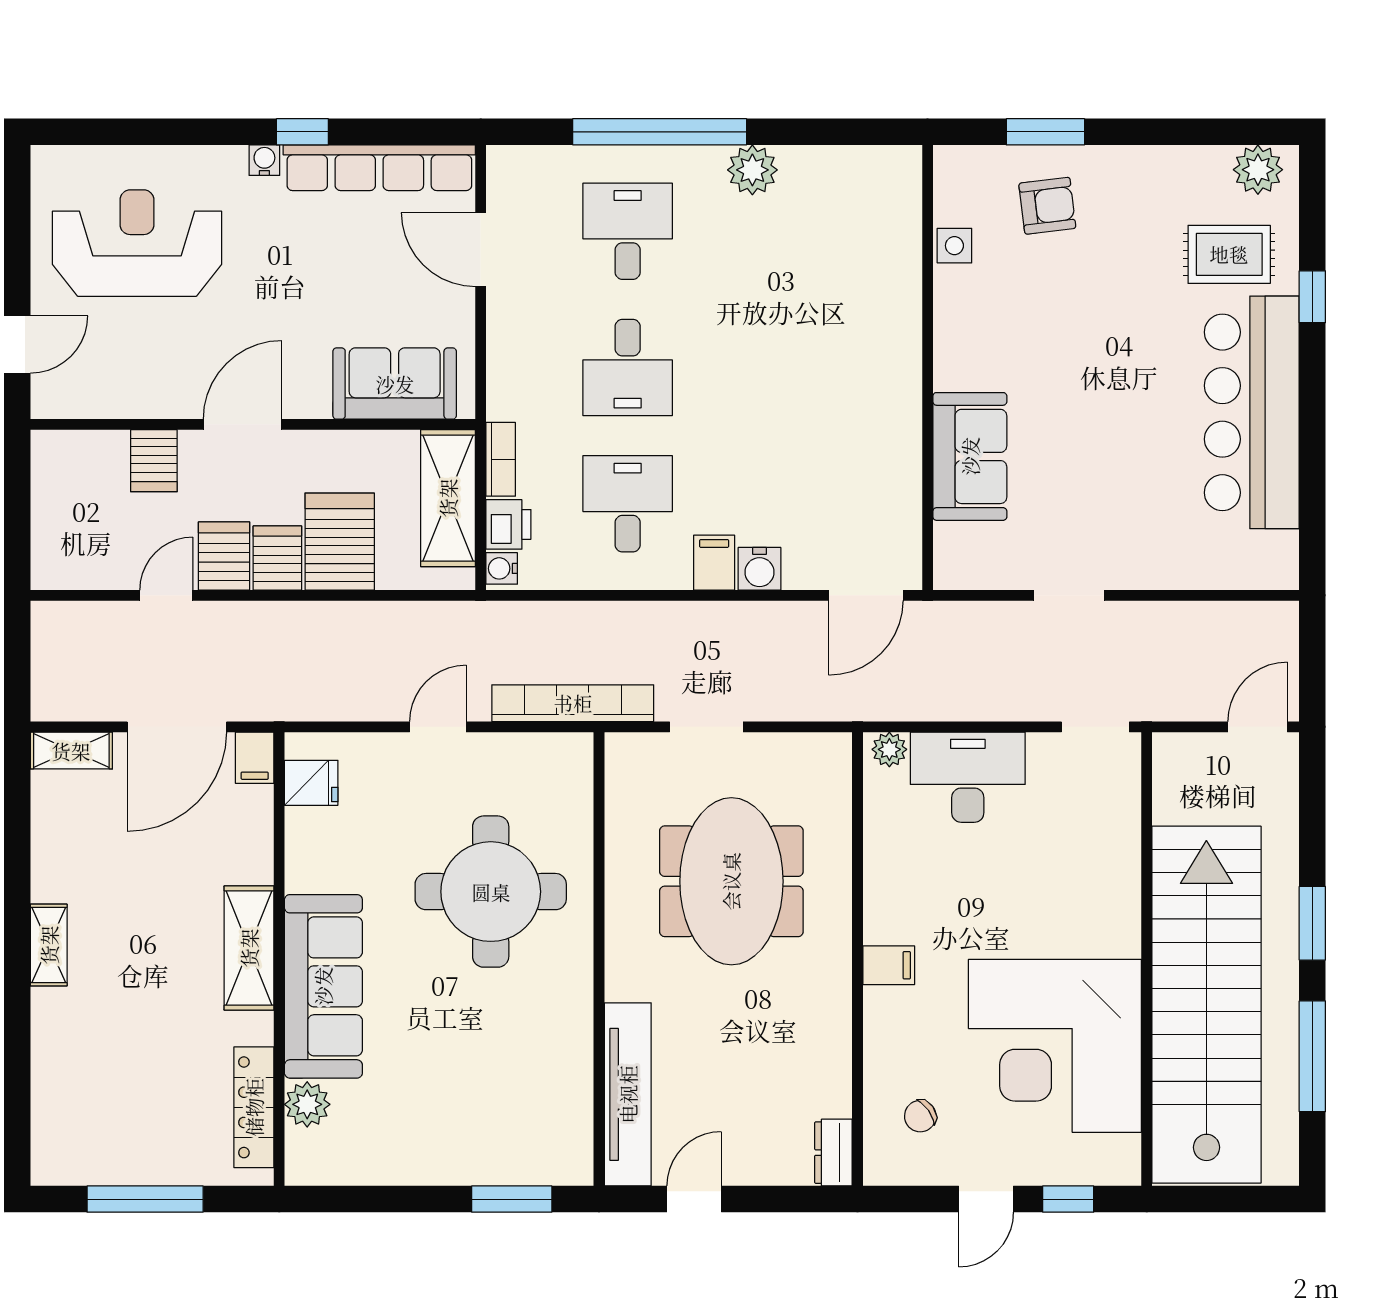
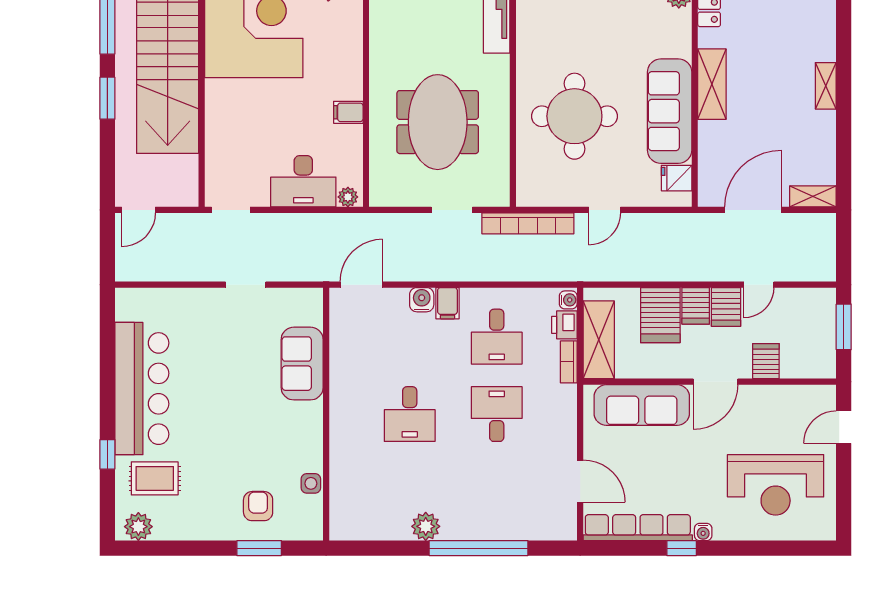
armchair: (1047, 206) -> (258, 506), turned 97
desk: (628, 231) -> (410, 414), moved
sofa: (395, 384) -> (642, 405), width x1.36
window: (17, 521) -> (844, 327), added
filing cabinet: (255, 758) -> (709, 192), removed
filing cabinet: (889, 965) -> (348, 112), moved
sofa: (323, 986) -> (670, 111), moved

